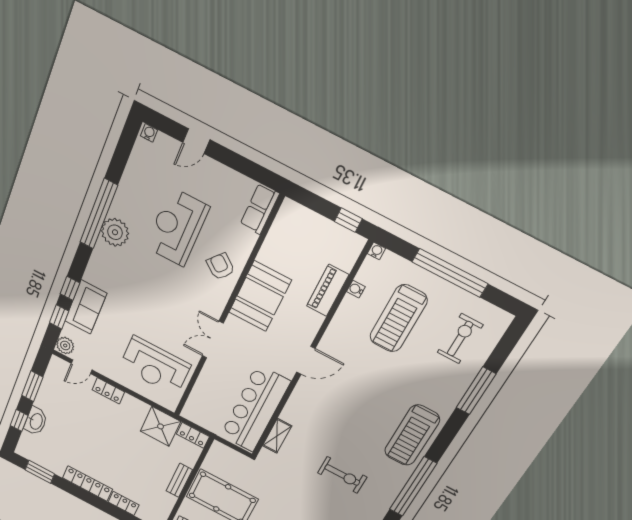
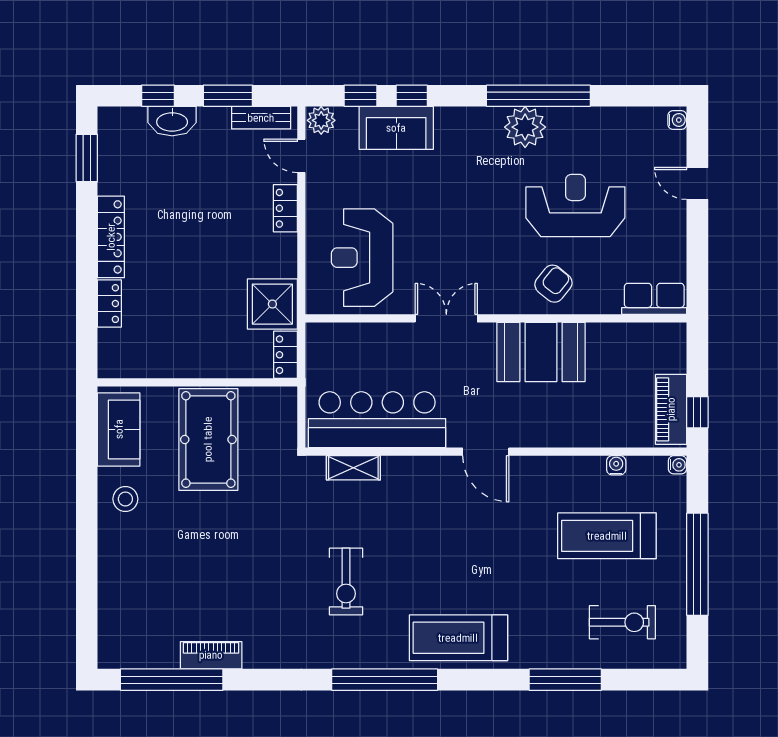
piano: (328, 290) -> (671, 409), moved, turned -90
bench: (179, 480) -> (261, 118), moved

